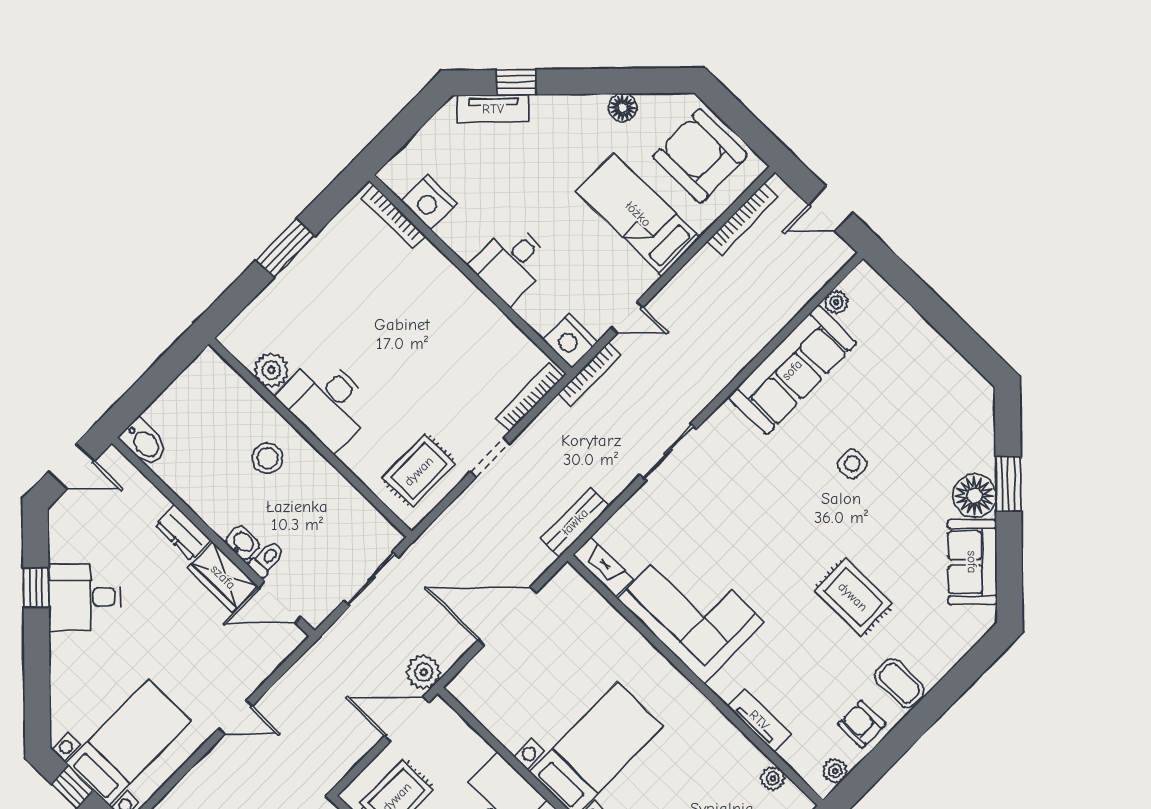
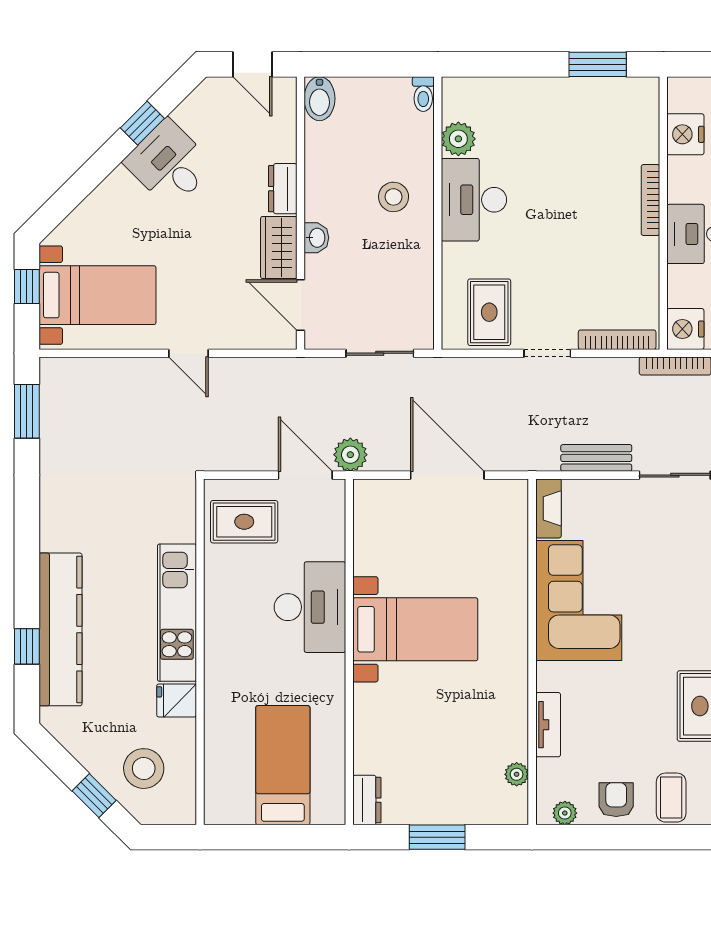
bookcase: (393, 217) -> (650, 200), moved
window: (285, 248) -> (598, 64), moved
rug: (419, 471) -> (489, 312), turned 90
bench: (575, 522) -> (596, 458), moved
toilet: (267, 559) -> (423, 94), moved, turned 90

